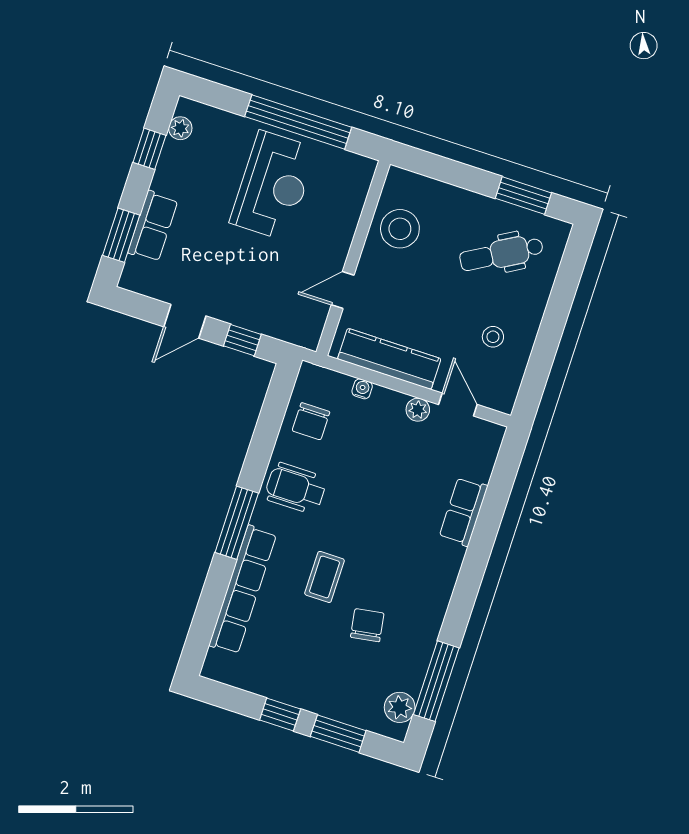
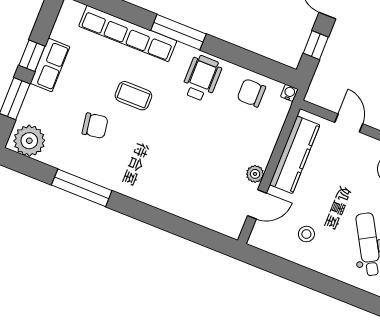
water cooler: (362, 389) -> (289, 93), moved, turned -90
row of seats: (463, 512) -> (50, 65), moved, turned 90
window: (436, 681) -> (82, 188), moved
plant: (400, 707) -> (29, 141), width x1.36, depth x1.36

